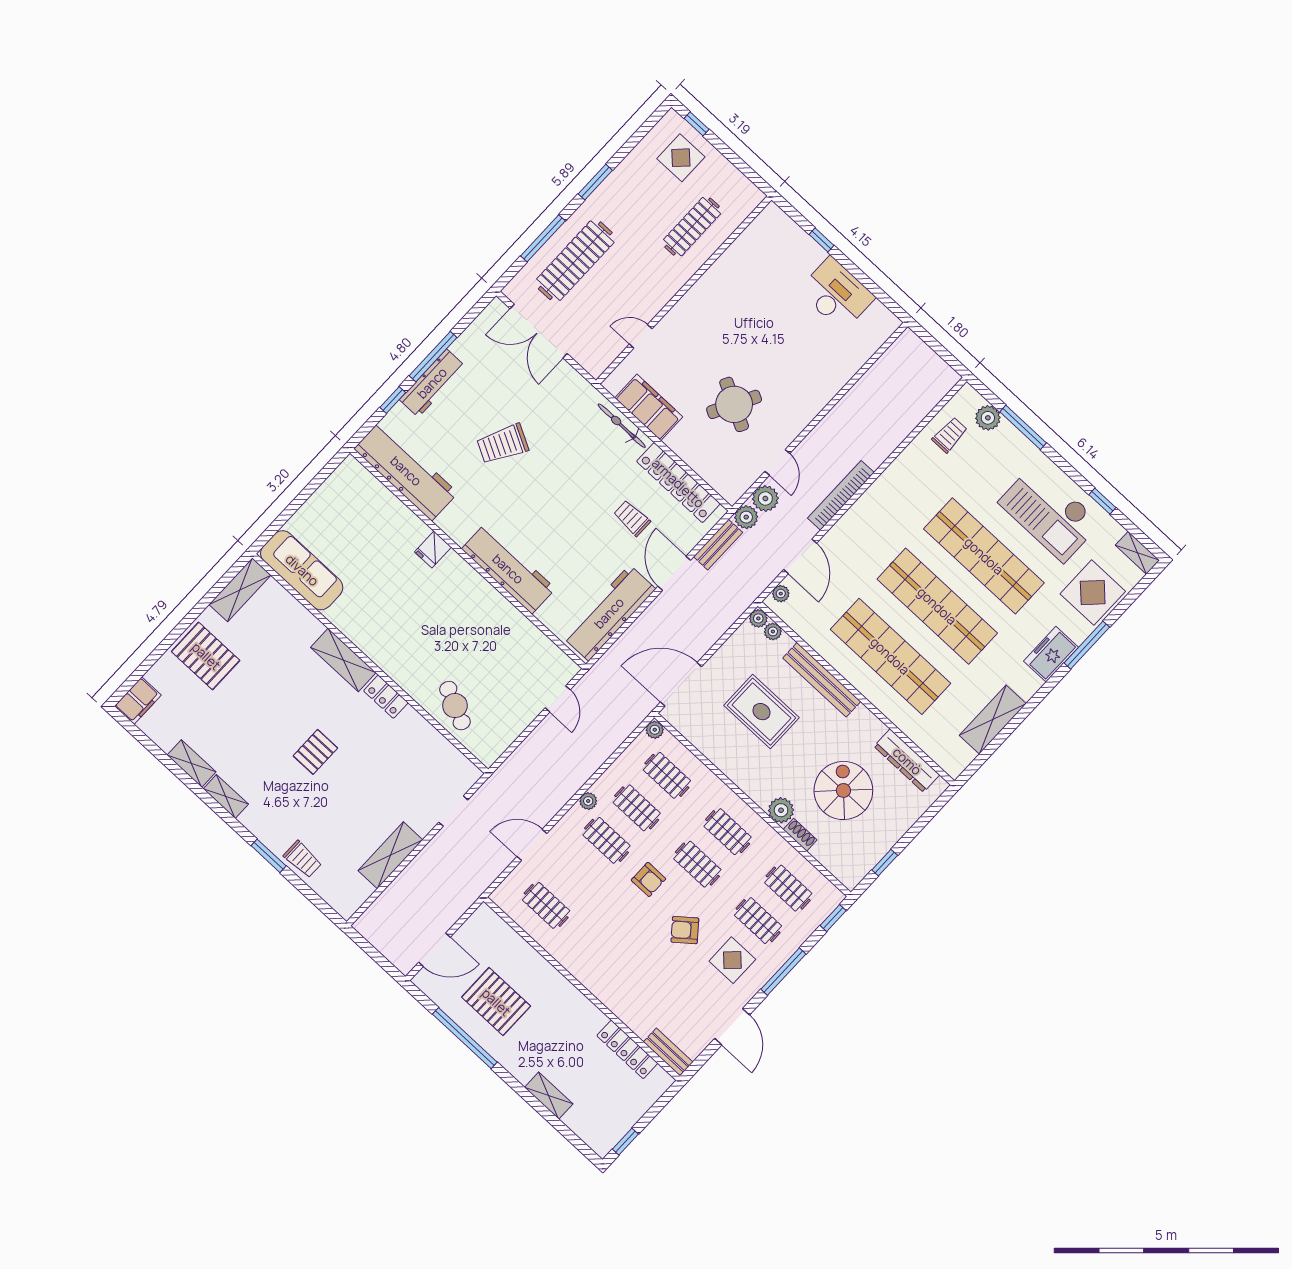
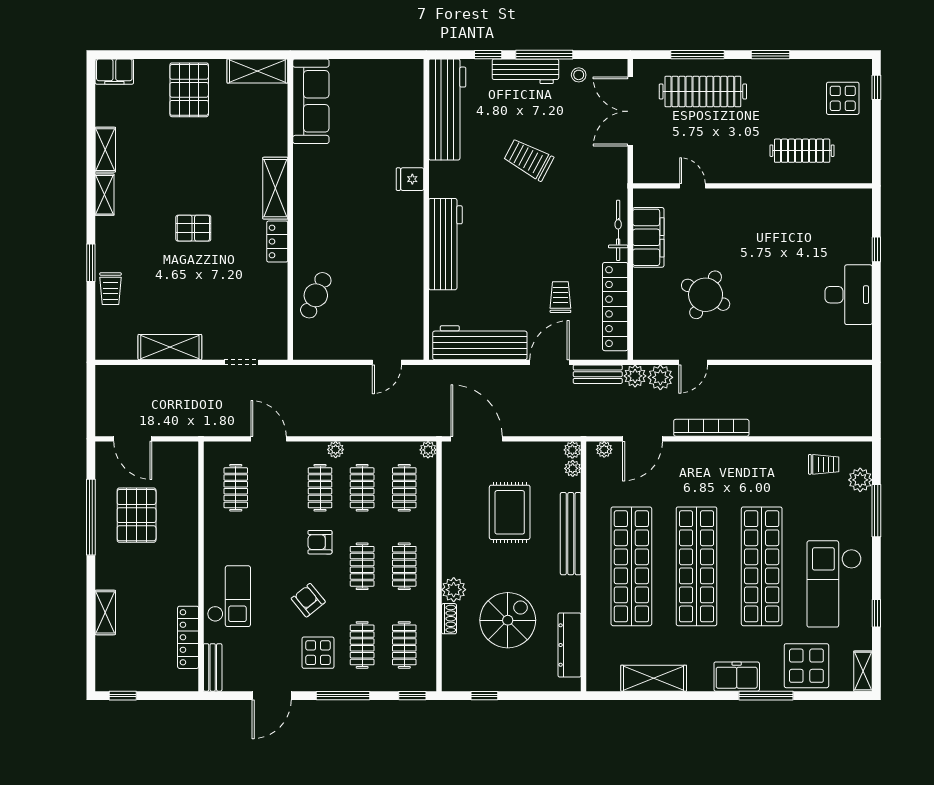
stool: (473, 345) -> (579, 75), added
armchair: (648, 879) -> (320, 542), turned 90
checkout: (625, 988) -> (229, 596), added

